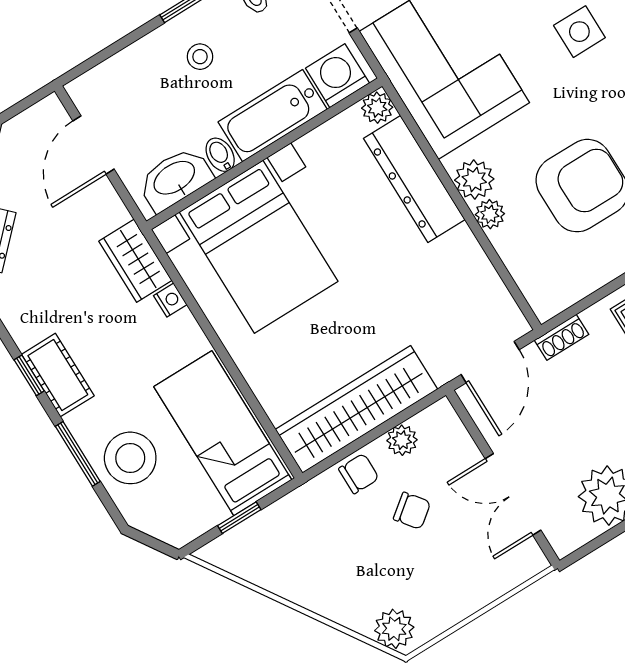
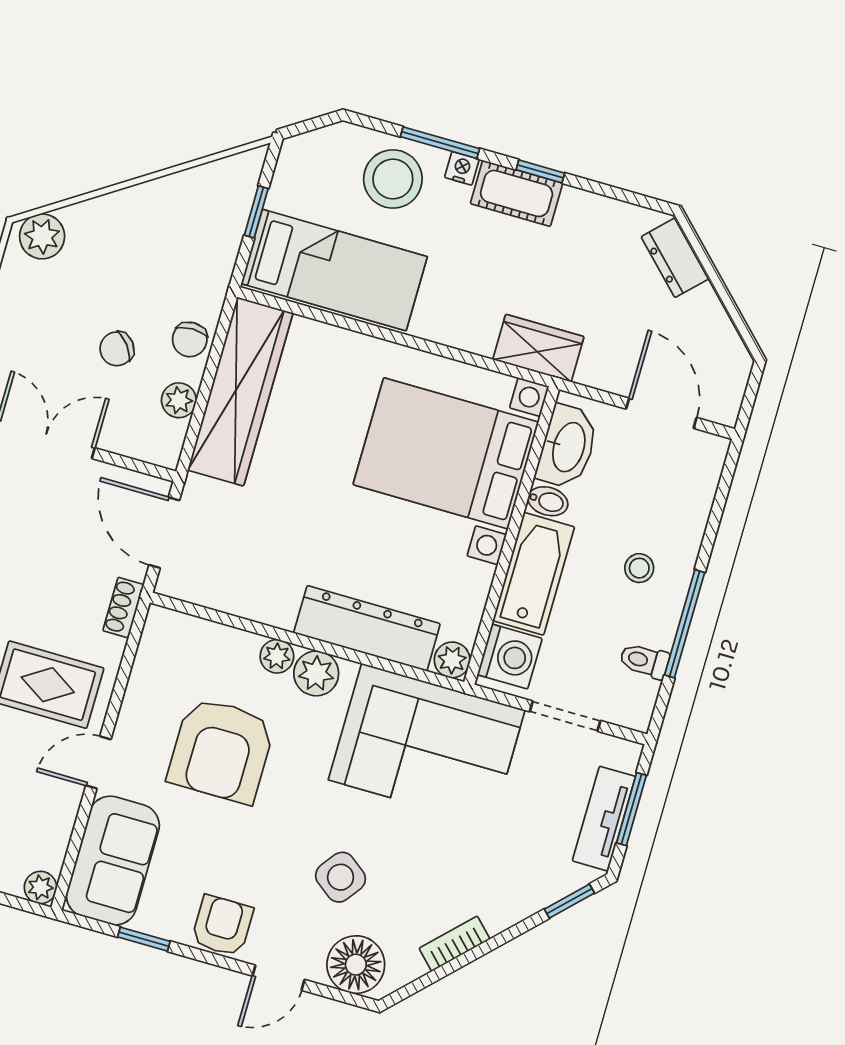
side table: (579, 32) -> (341, 877), turned 37
nightstand: (170, 300) -> (462, 168), moved, turned 180

